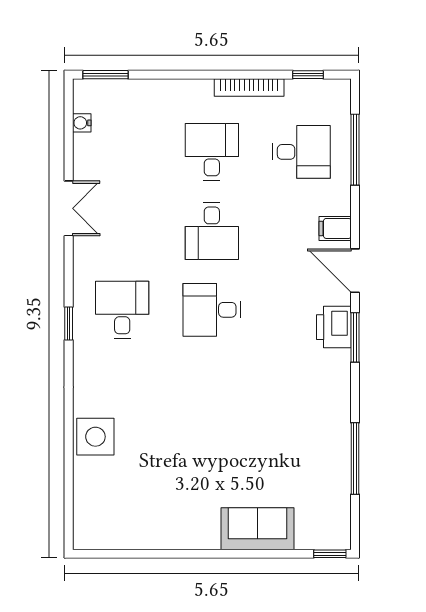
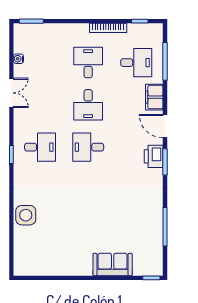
water cooler: (82, 123) -> (18, 59), moved
filing cabinet: (335, 228) -> (154, 97), width x2.00
desk: (122, 310) -> (40, 147), turned 90

